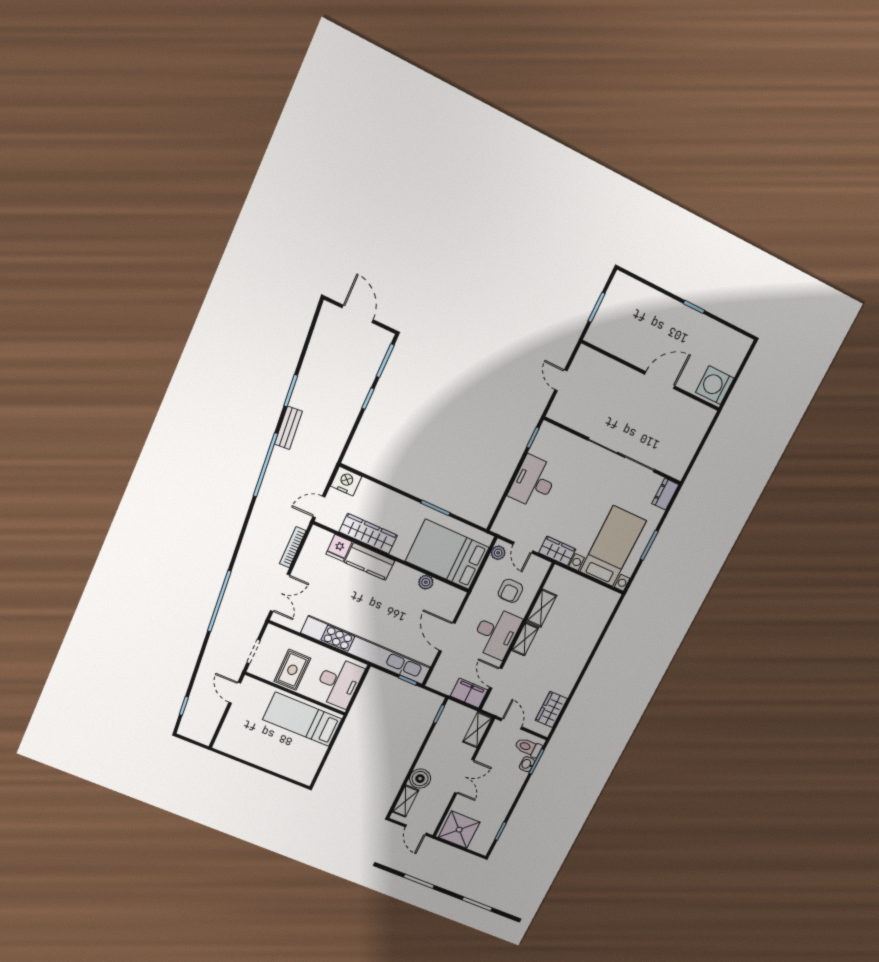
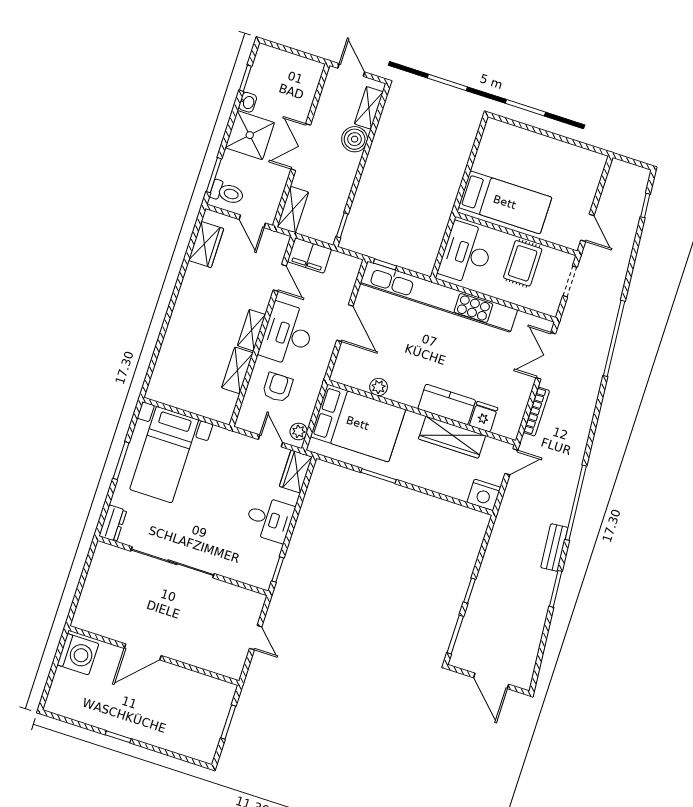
desk: (534, 482) -> (270, 519), width x0.73
wardrobe: (557, 551) -> (296, 472), moved, turned 90
washbasin: (527, 764) -> (248, 102), moved
shower: (459, 830) -> (250, 135), moved

